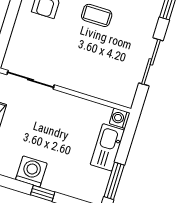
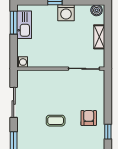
kitchen sink: (107, 147) -> (24, 25), moved

